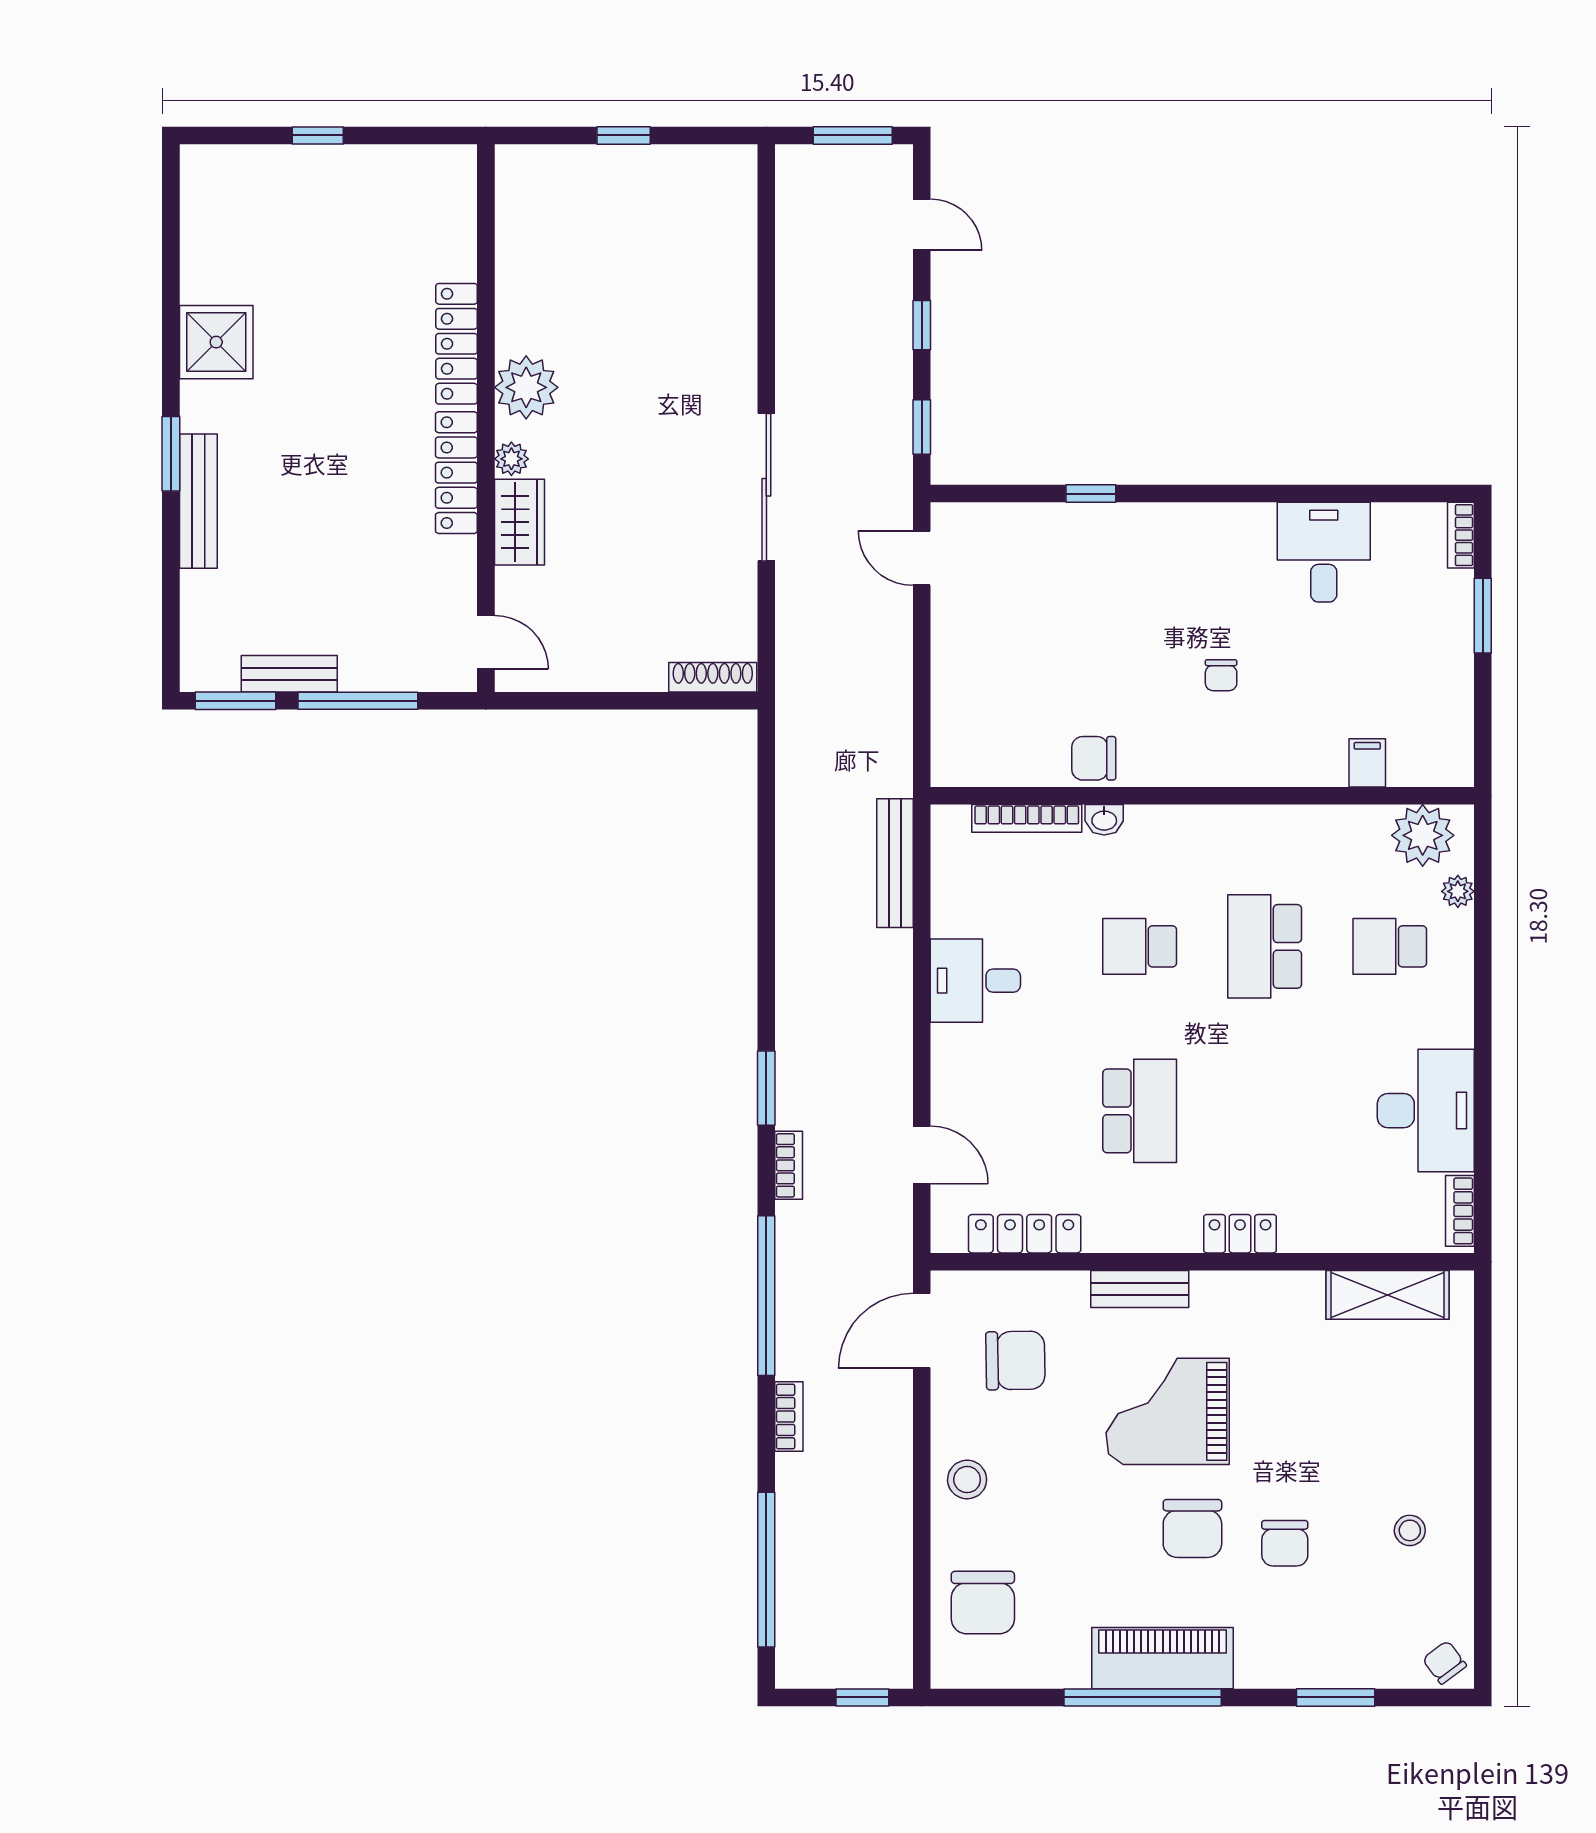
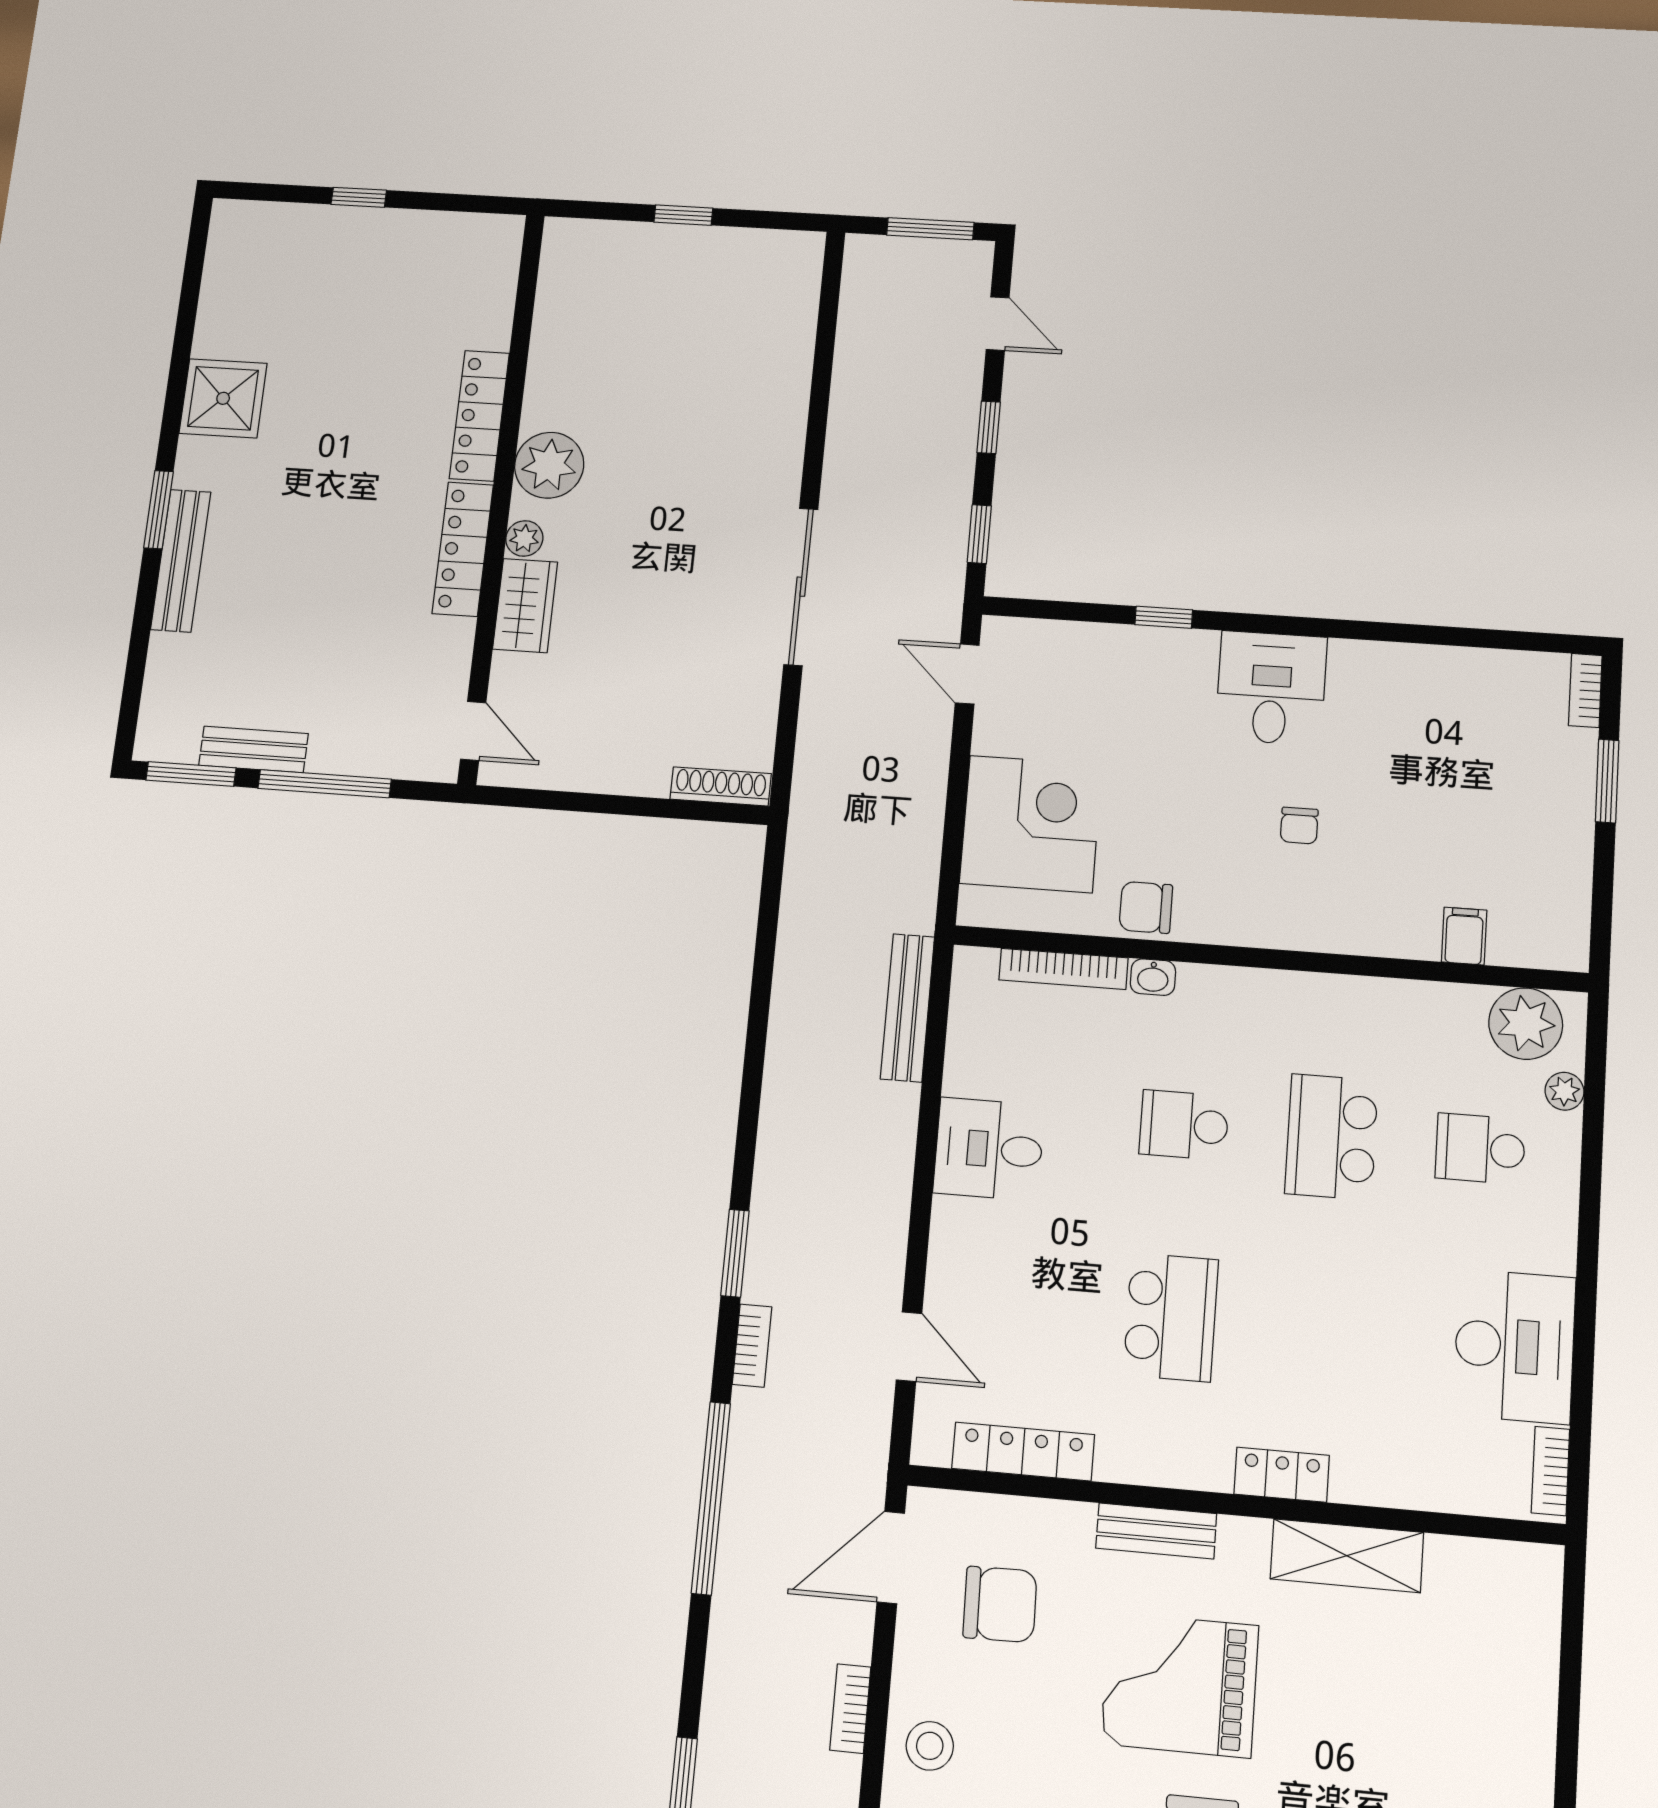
desk: (1324, 552) -> (1271, 688), moved
corner desk: (988, 691) -> (1031, 824), added
shelving: (1388, 1295) -> (1347, 1556), moved
bookcase: (789, 1417) -> (850, 1709), moved, turned 180

